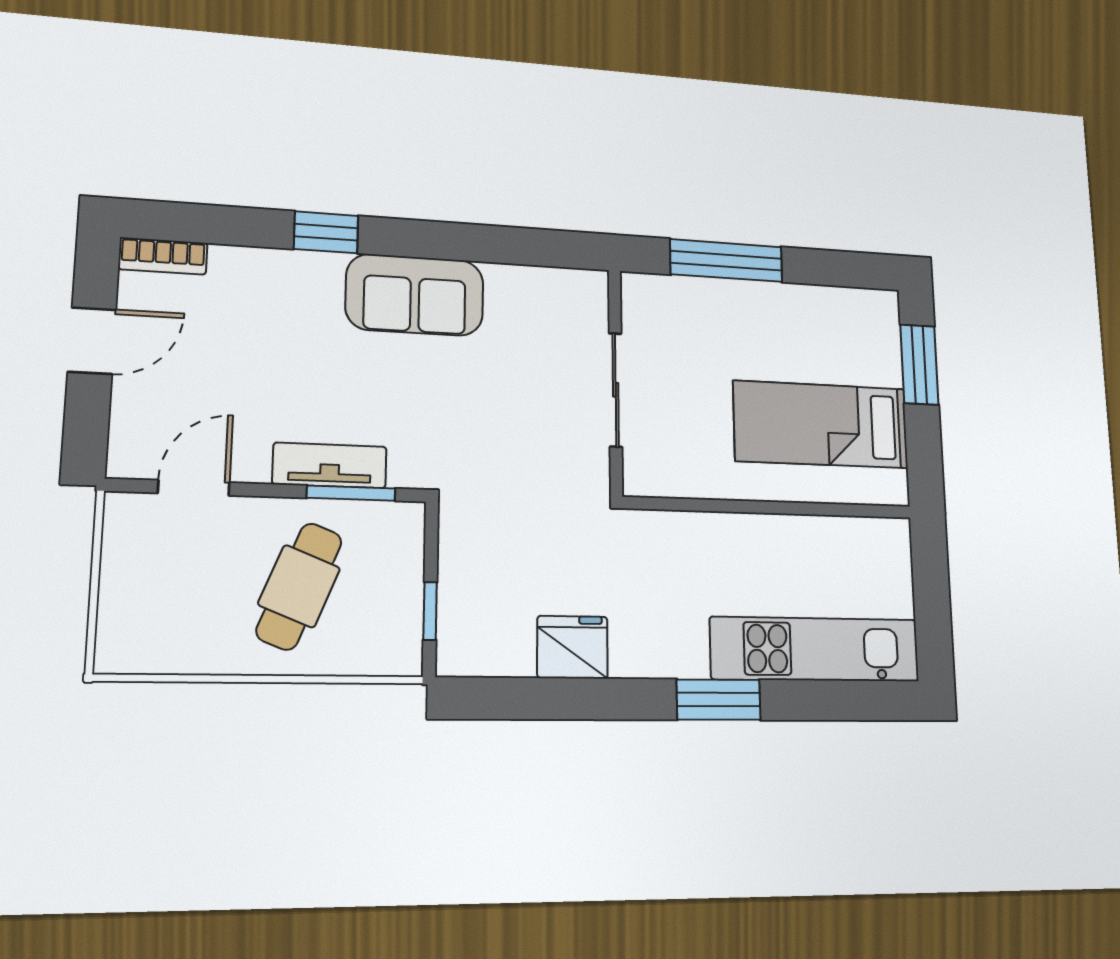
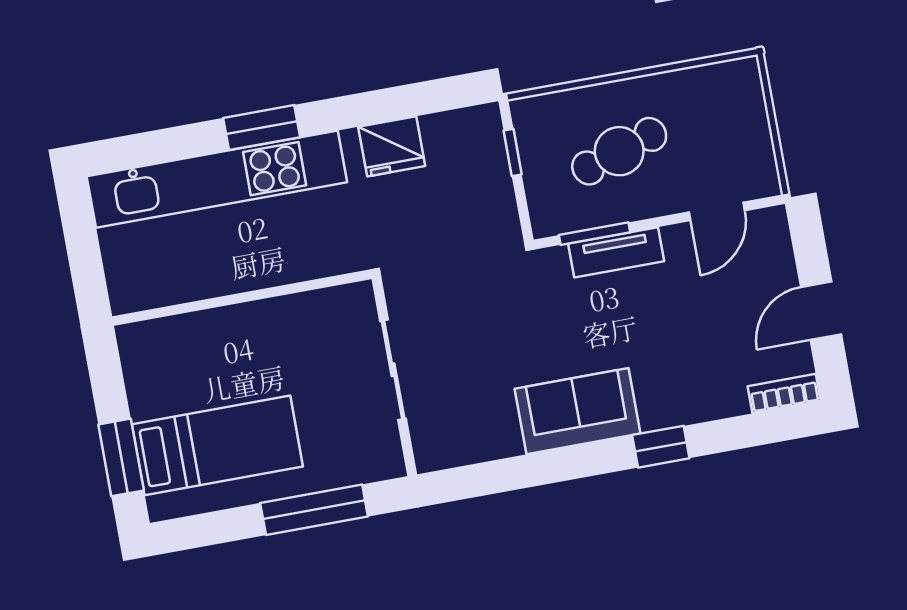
bed: (821, 425) -> (217, 445), moved
cafe table: (299, 586) -> (619, 151), turned 50
kitchen unit: (815, 649) -> (217, 179), width x1.36

